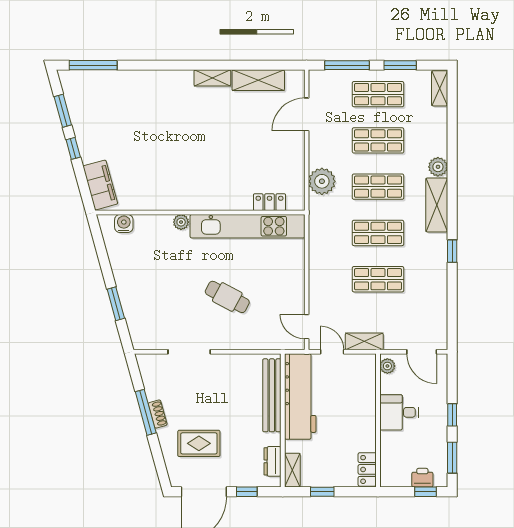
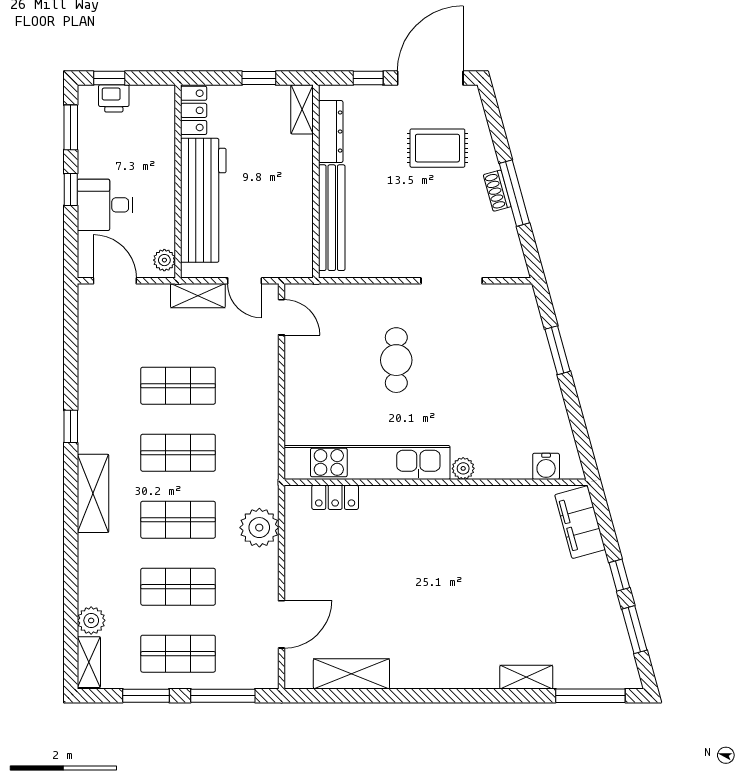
shelving: (212, 78) -> (526, 677), moved
plant: (438, 167) -> (91, 620), moved
cafe table: (227, 297) -> (396, 360), turned 62
workbench: (300, 396) -> (203, 200), moved, turned 180
desk: (399, 412) -> (105, 205), moved, turned 180
dresser: (273, 461) -> (331, 132), width x1.44

